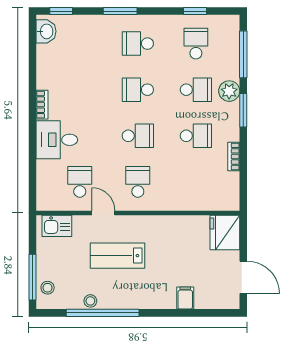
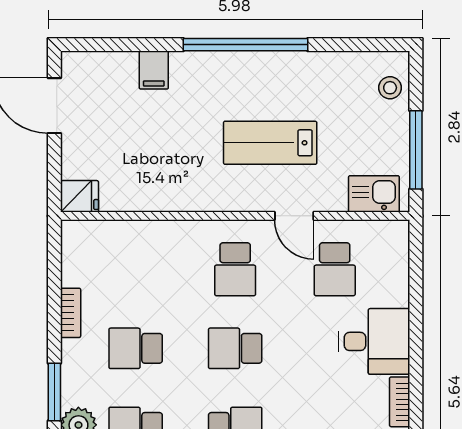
fridge: (225, 233) -> (80, 196), width x0.53, depth x0.75
lab bench: (117, 256) -> (270, 143), turned 180
window: (32, 277) -> (416, 150), moved
stool: (90, 301) -> (317, 65), removed
window: (103, 313) -> (246, 45), moved

